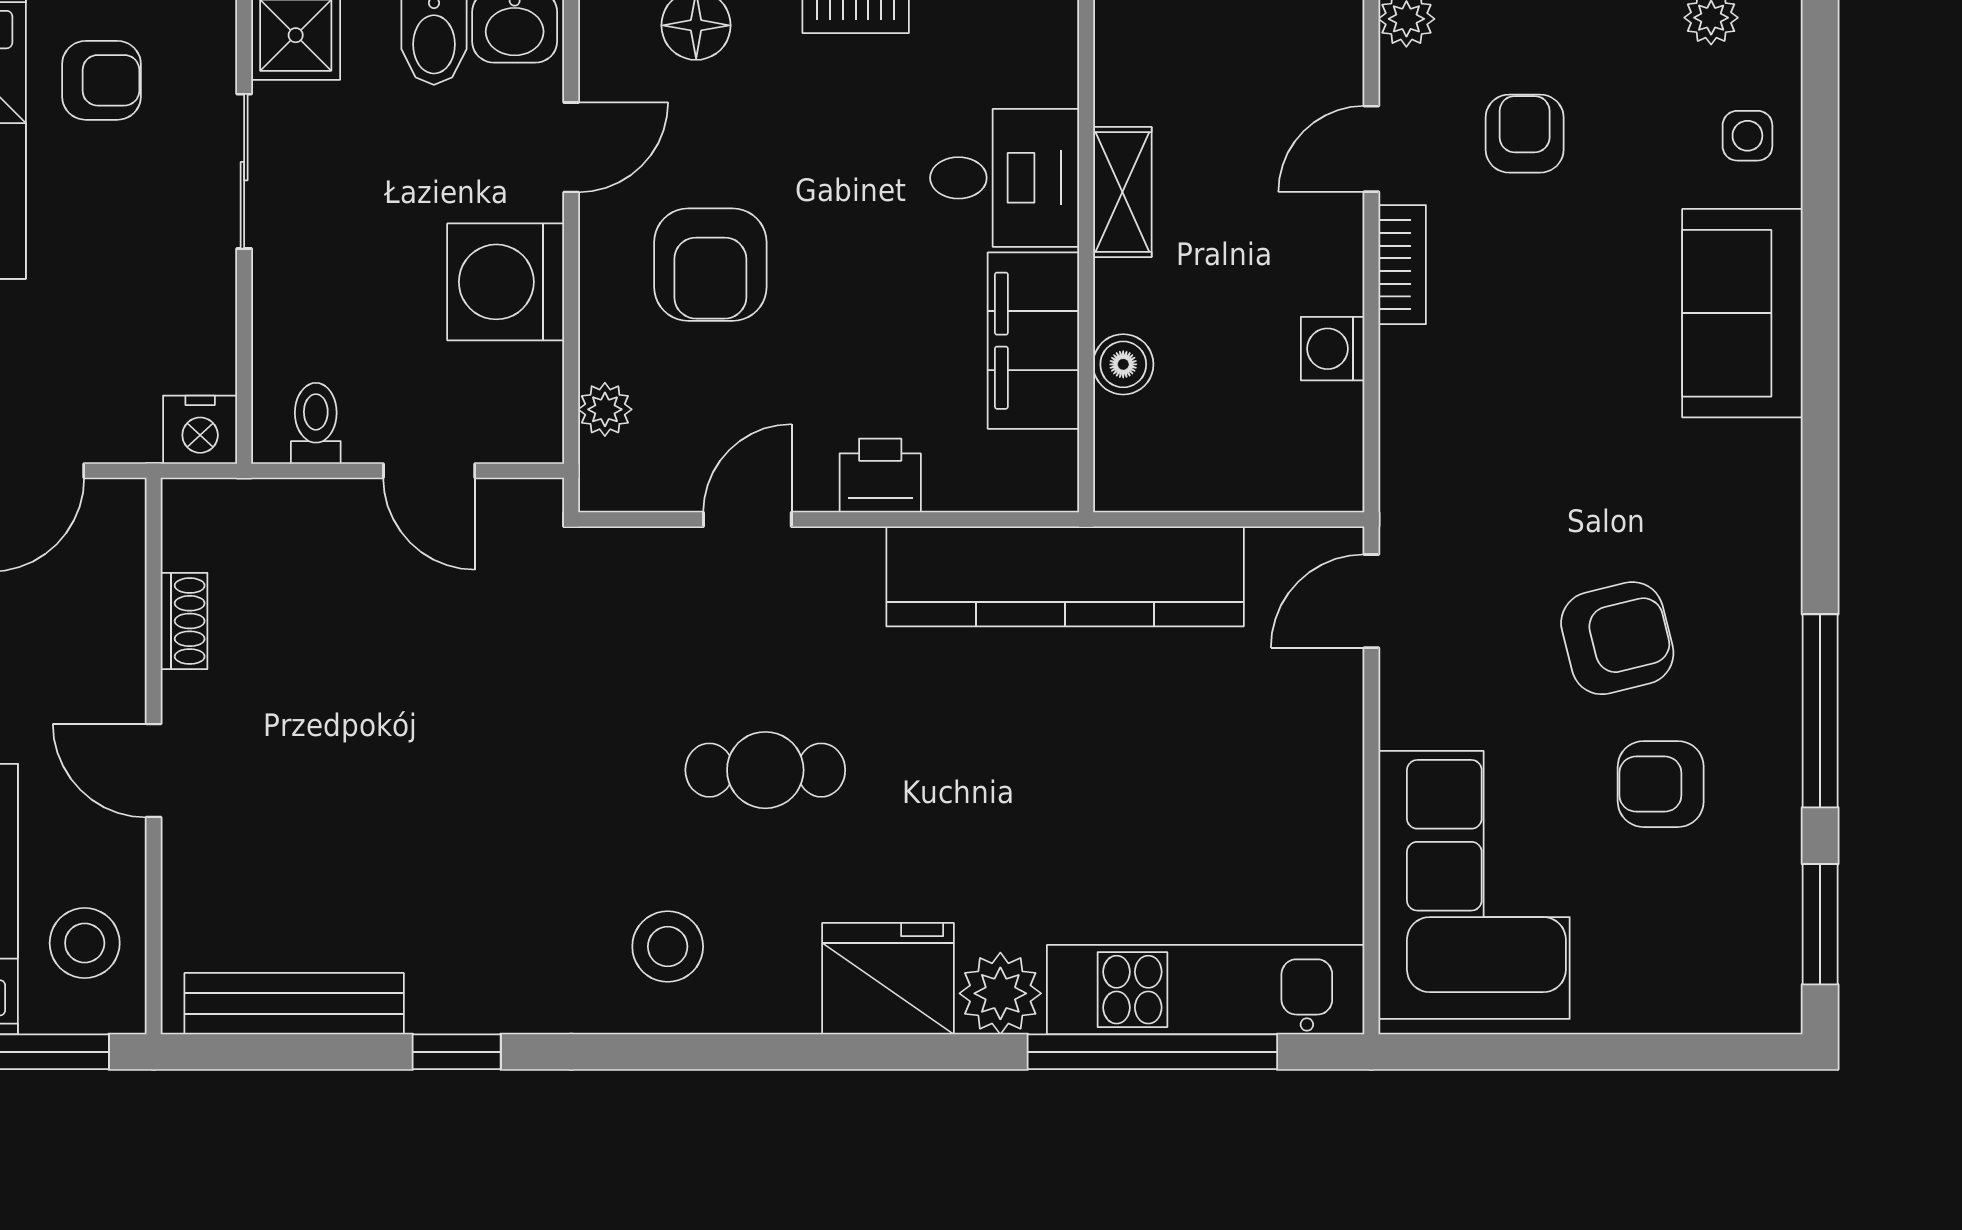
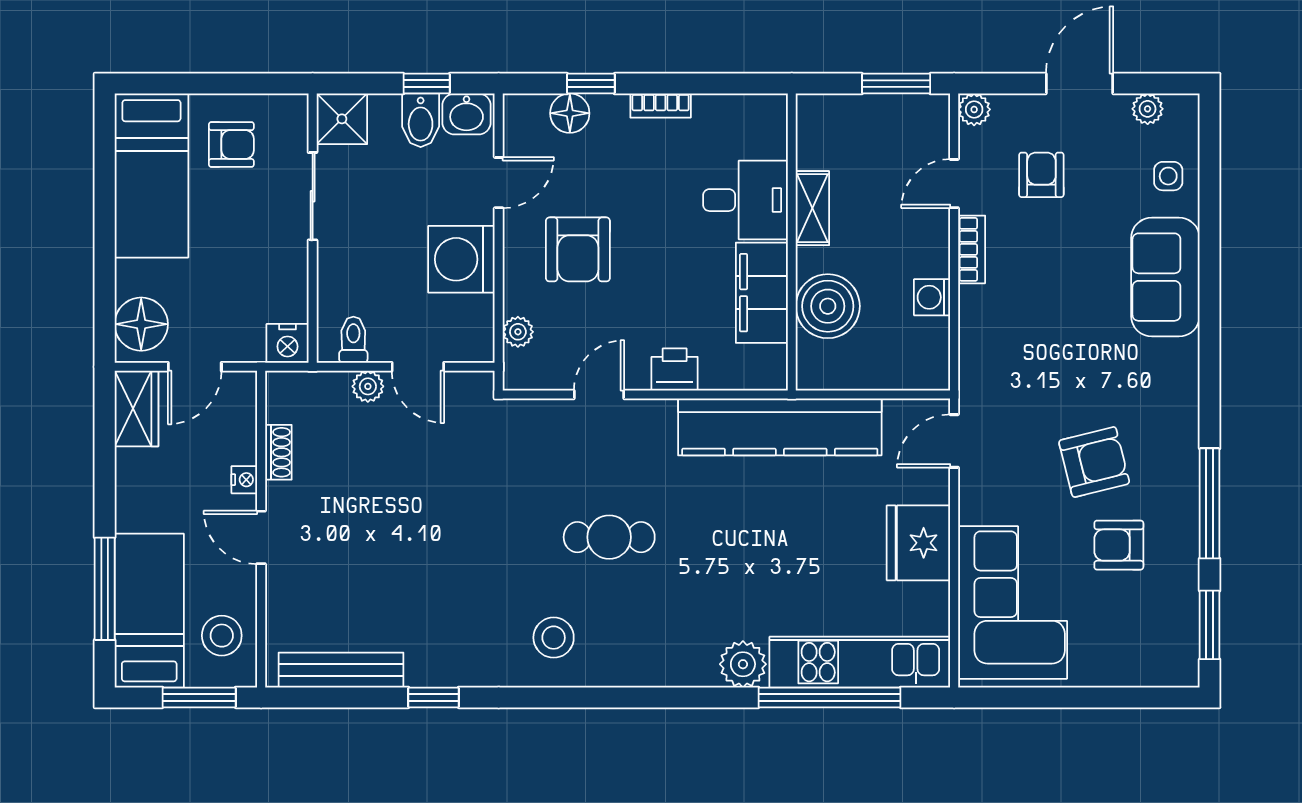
boiler: (1123, 364) -> (828, 306), width x1.86, depth x1.86
plant: (341, 505) -> (368, 386), added
nightstand: (124, 669) -> (244, 480), added
fridge: (888, 979) -> (918, 543), moved, turned -90

